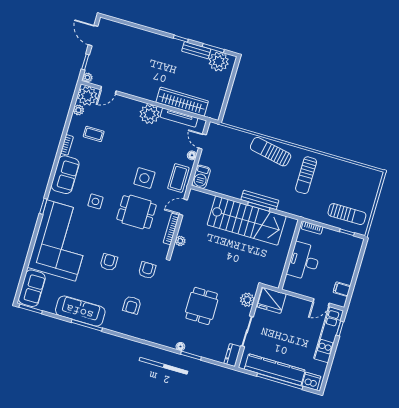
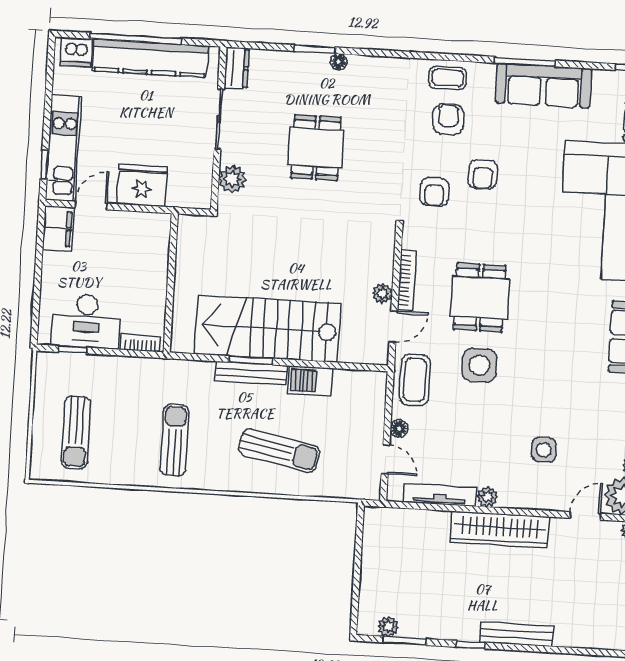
bench: (196, 50) -> (517, 634), moved, width x1.36
plant: (219, 62) -> (388, 627), width x0.53, depth x0.53
wardrobe: (182, 102) -> (500, 530), moved
plant: (150, 114) -> (488, 497), width x0.53, depth x0.53
coffee table: (94, 134) -> (448, 78), moved
sun lounger: (271, 152) -> (279, 451), moved
barbecue: (201, 177) -> (310, 381), moved, turned -90
side table: (95, 201) -> (544, 450), moved
dining table: (137, 212) -> (480, 297), turned 90
sun lounger: (347, 214) -> (76, 432), moved, turned -90
plant: (180, 241) -> (382, 293), moved
desk: (304, 261) -> (86, 321), moved, turned 90
armchair: (109, 262) -> (483, 174), moved
filing cabinet: (342, 289) -> (58, 229), width x2.00
fridge: (272, 300) -> (142, 186), moved

